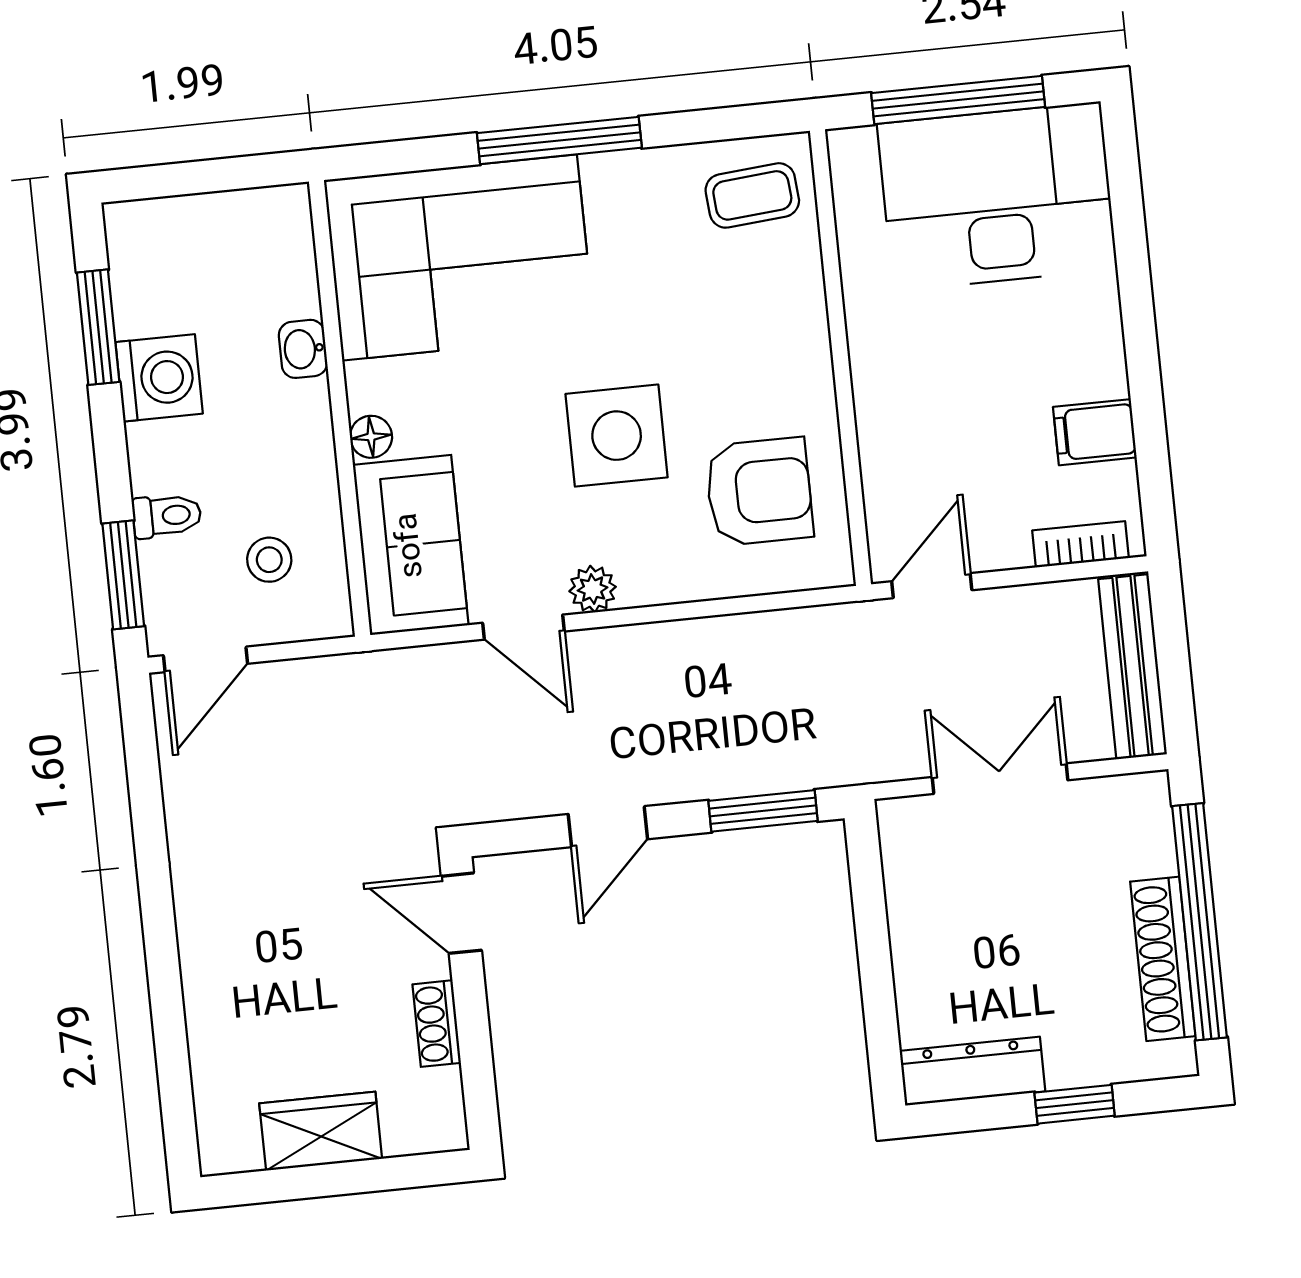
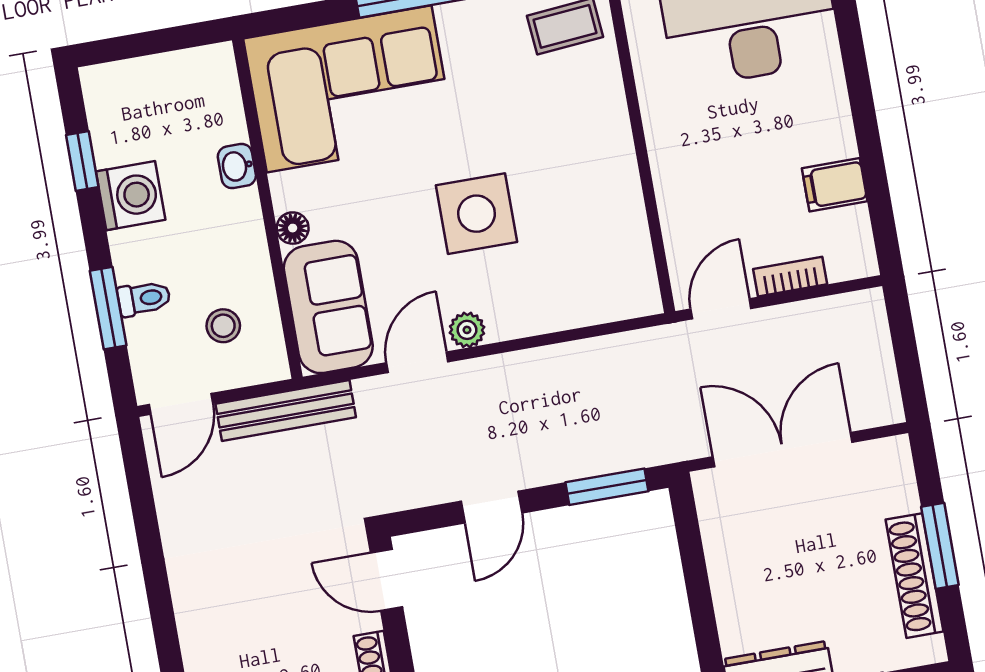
window: (98, 327) -> (82, 161), width x0.67
armchair: (759, 492) -> (586, 248), removed
bookcase: (1080, 544) -> (790, 277), moved
window: (123, 575) -> (108, 308), moved
door: (523, 627) -> (417, 362), swing flipped
bench: (1133, 667) -> (286, 411), moved, turned 90
double door: (1000, 779) -> (783, 450), width x1.37
window: (1200, 922) -> (940, 546), width x0.47

